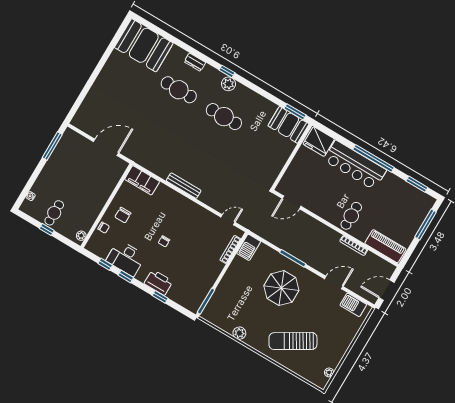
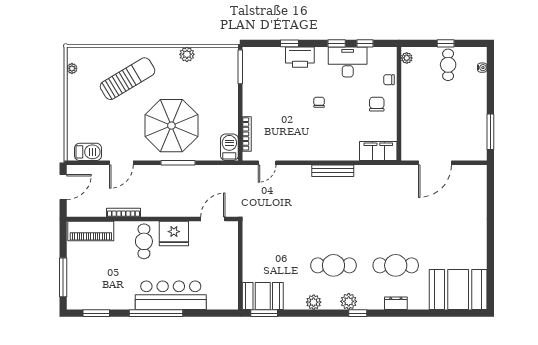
plant: (254, 98) -> (314, 302), added
fridge: (319, 142) -> (174, 233), moved, turned 180
parasol: (281, 288) -> (171, 126), width x1.36, depth x1.36

